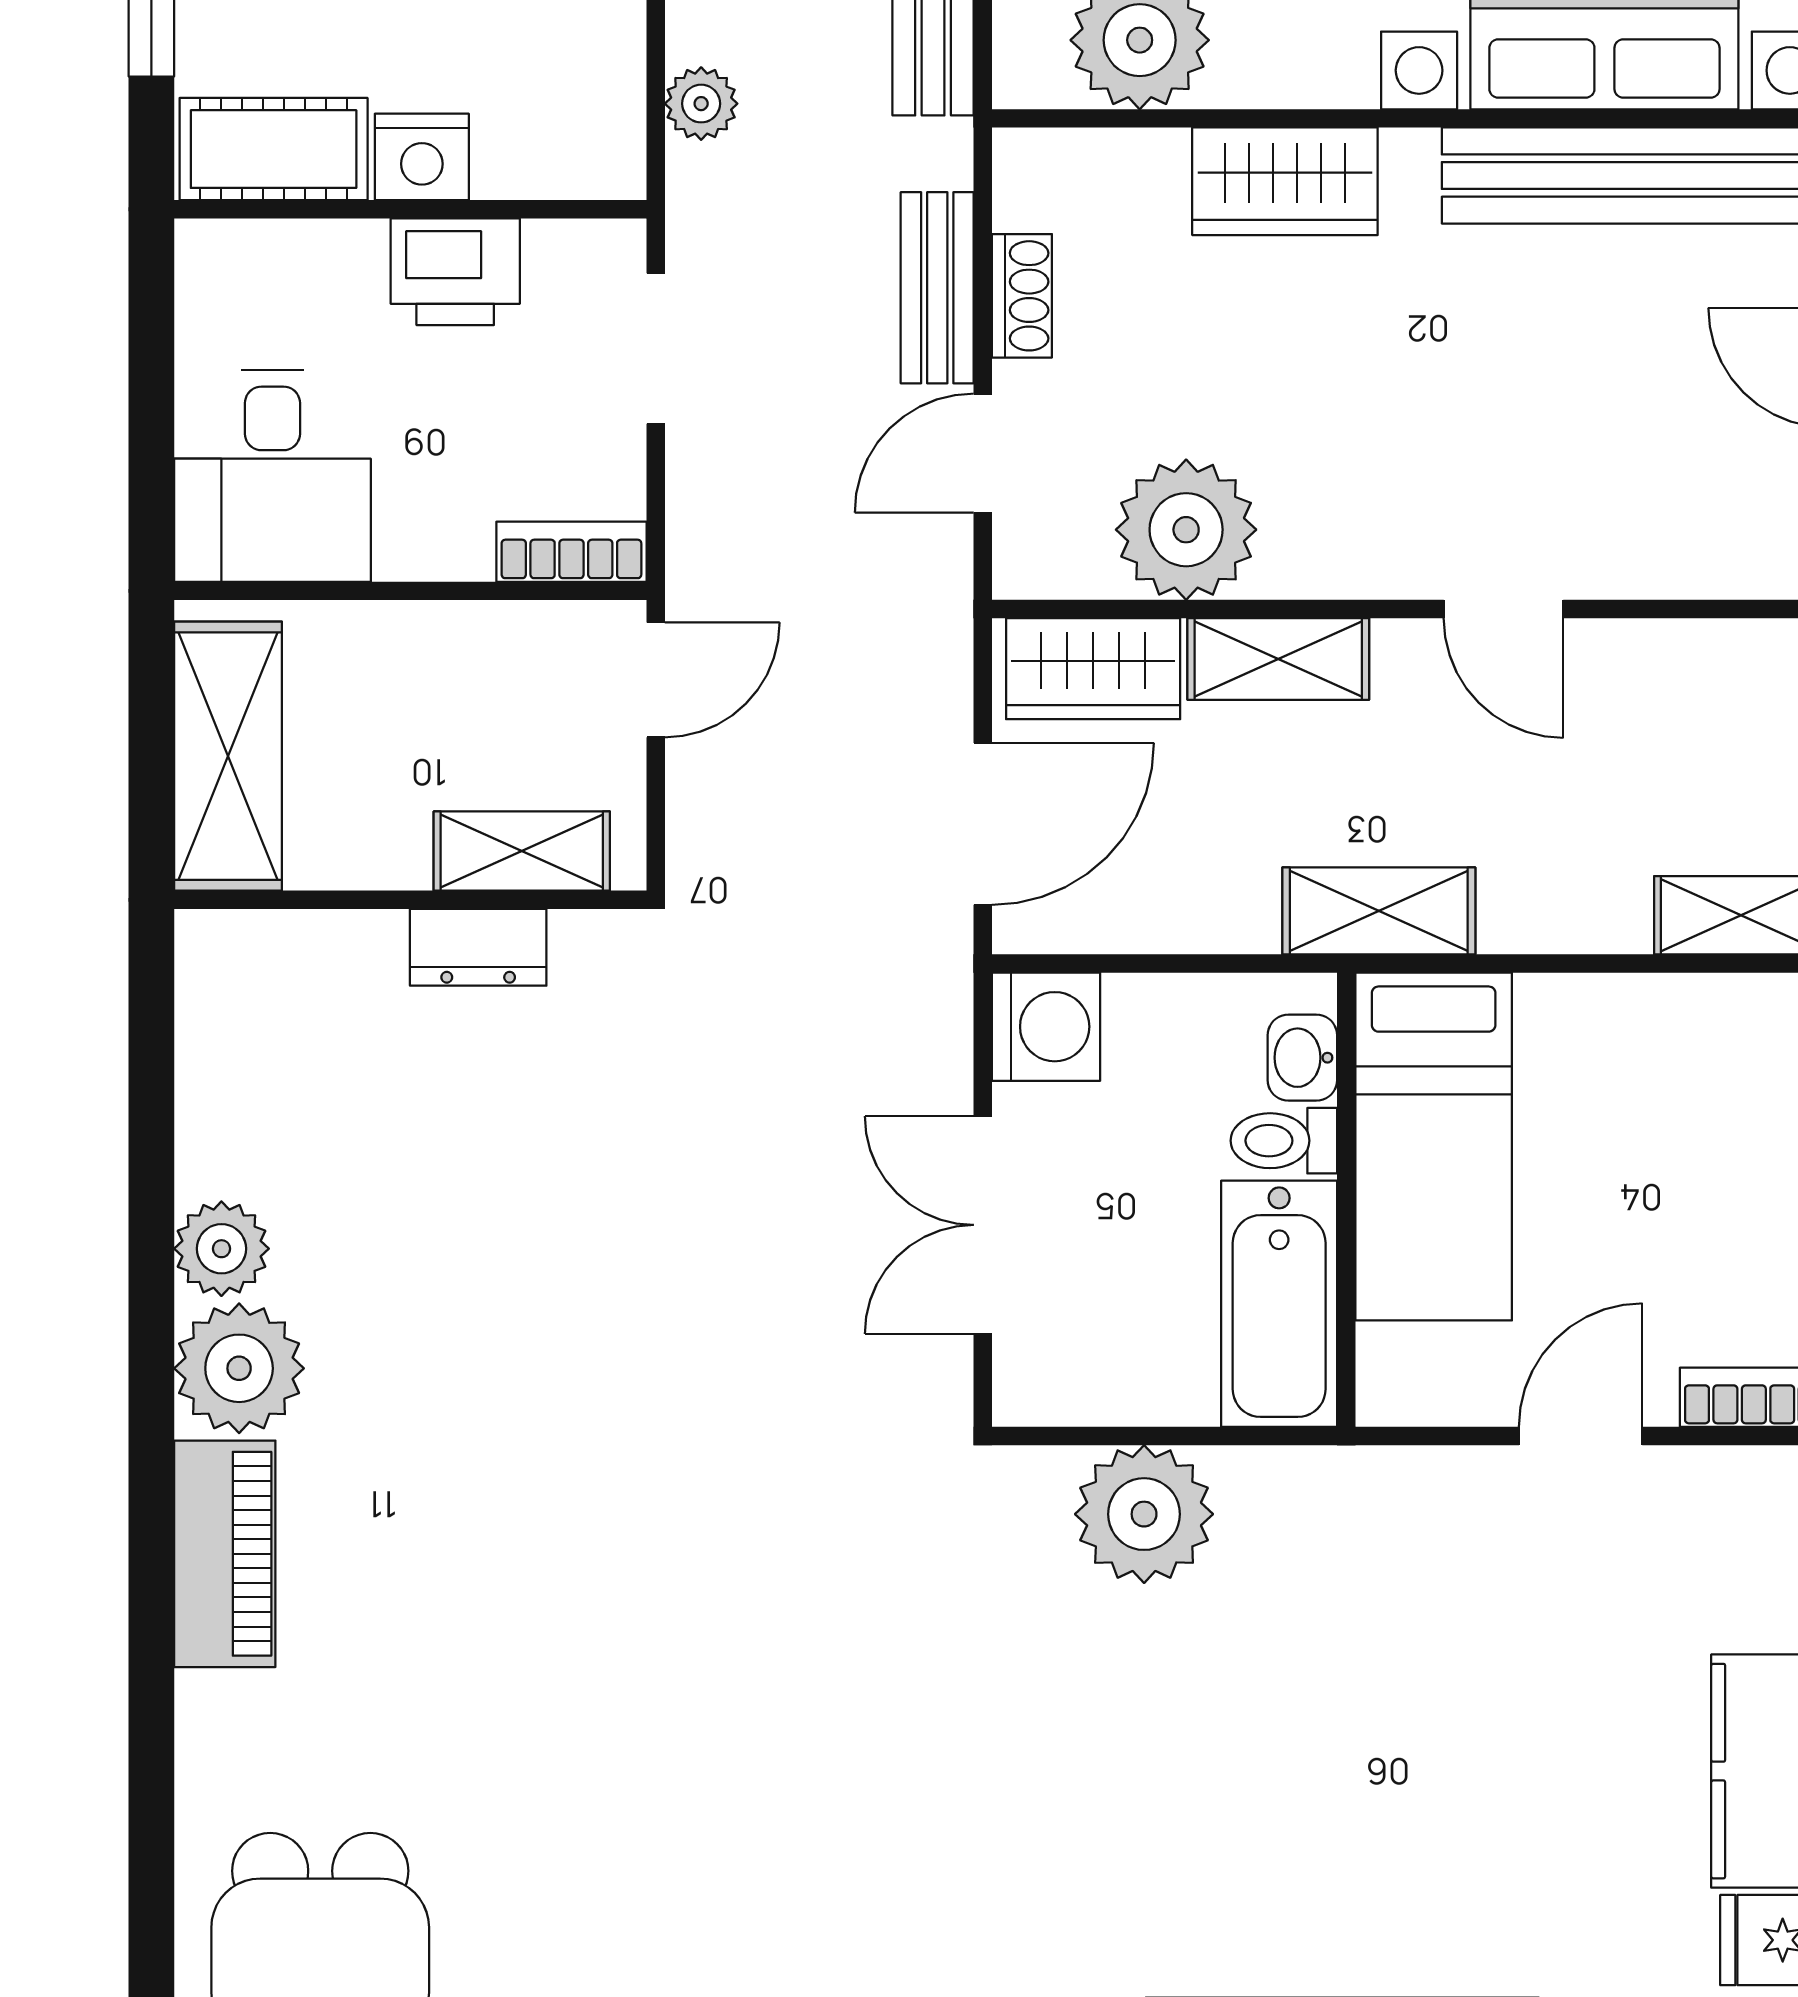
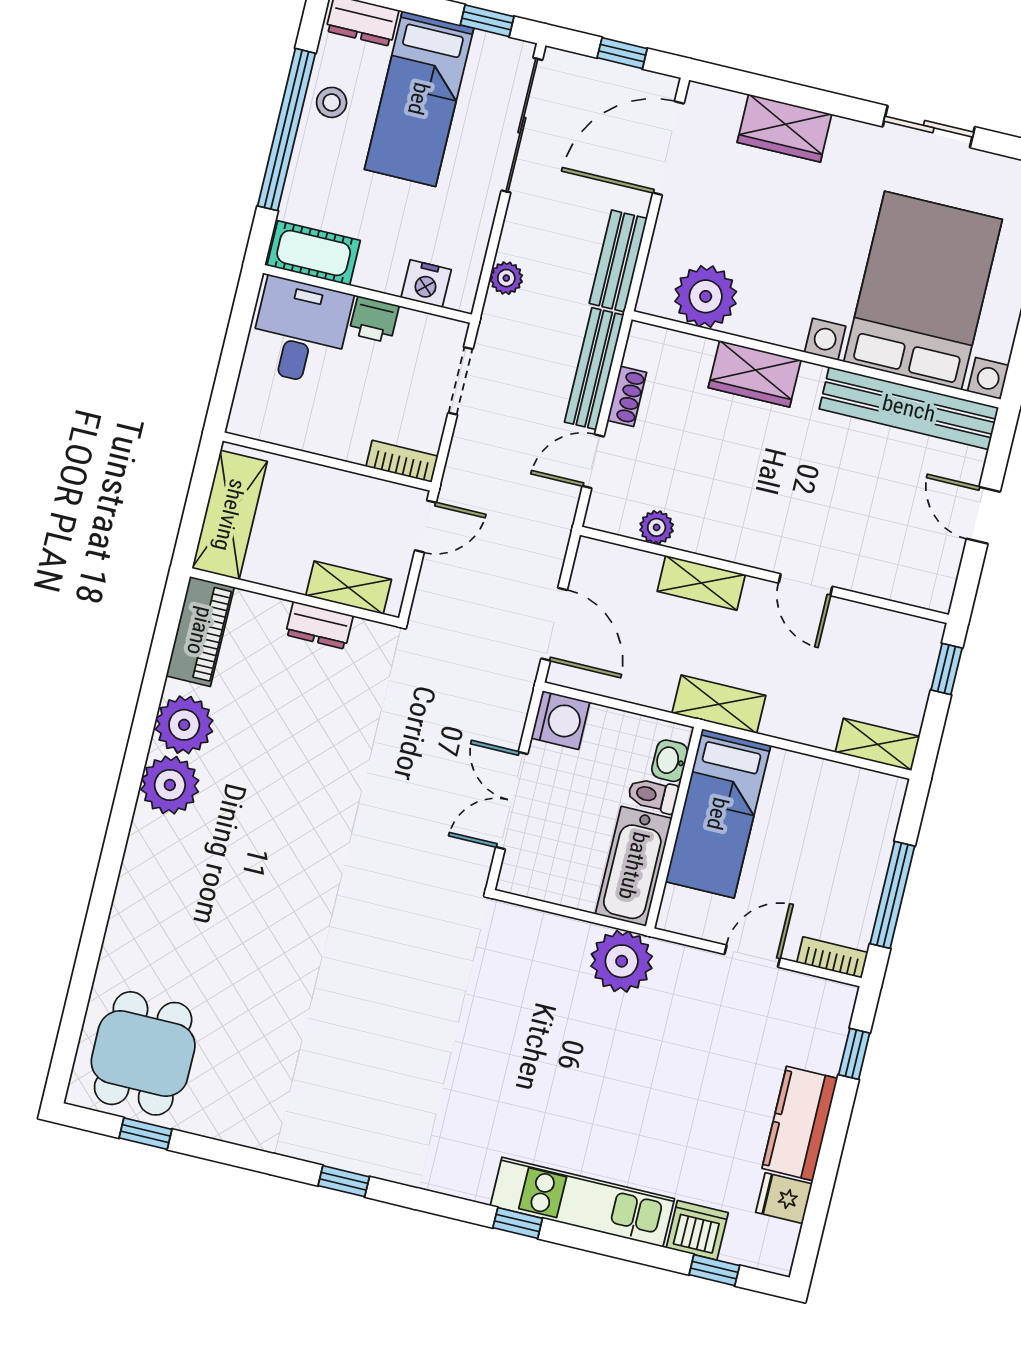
nightstand: (422, 157) -> (426, 284), moved
printer: (455, 272) -> (374, 320), width x0.73, depth x0.81
bench: (937, 288) -> (594, 369), width x1.36
desk: (272, 476) -> (300, 331), moved, turned 180
plant: (1186, 530) -> (657, 527), width x0.53, depth x0.53
wardrobe: (1093, 669) -> (619, 568), removed
door: (983, 824) -> (554, 624), hinge flipped
plant: (221, 1249) -> (184, 725), width x1.36, depth x1.36
plant: (1144, 1514) -> (622, 961), moved
piano: (225, 1554) -> (200, 631), moved

